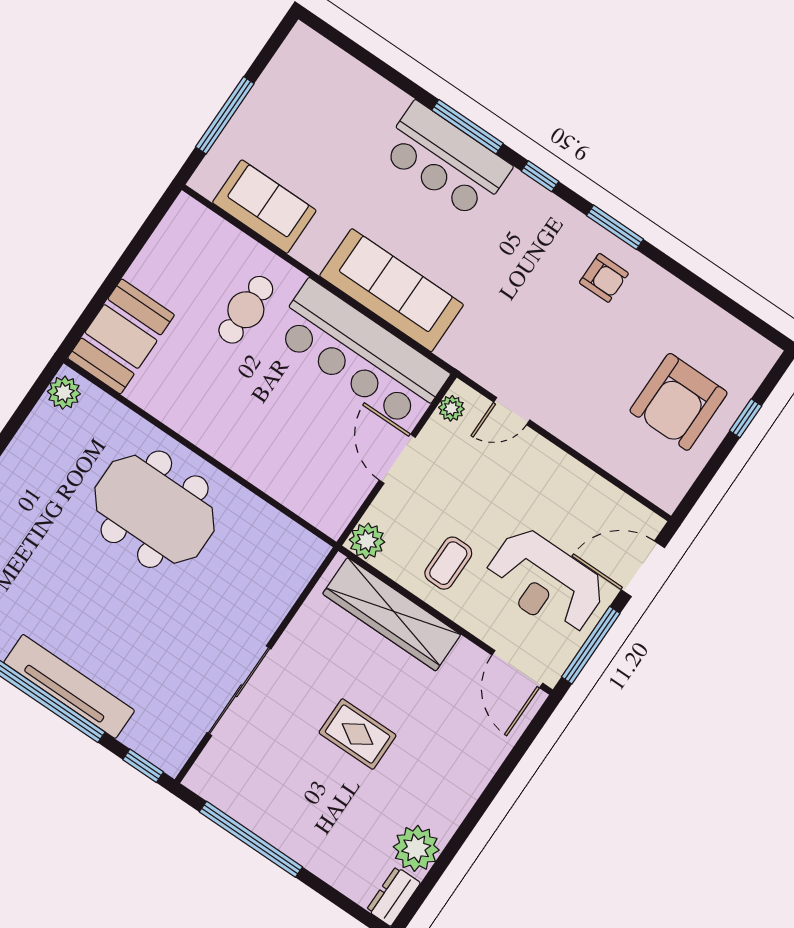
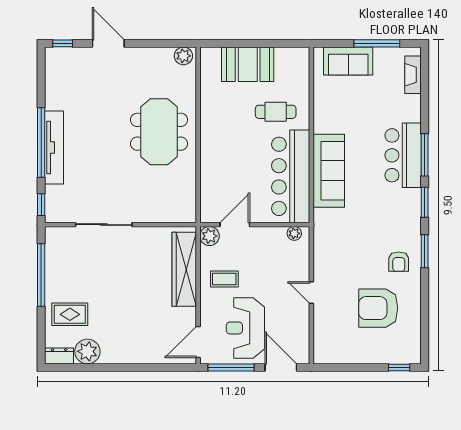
fireplace: (333, 61) -> (413, 75), added
window: (225, 115) -> (377, 43), moved
window: (540, 176) -> (425, 202), width x1.50
sofa: (264, 207) -> (348, 61), moved, turned 90
booth: (121, 336) -> (248, 64), moved
armchair: (679, 402) -> (378, 308), moved
door: (512, 411) -> (311, 293), moved
window: (746, 418) -> (399, 367), moved
door: (397, 459) -> (235, 225), moved
rug: (358, 734) -> (70, 314), moved, turned 90

